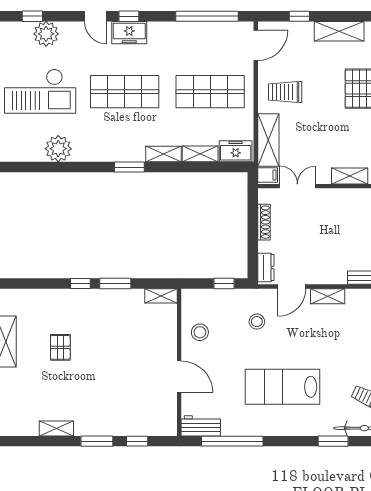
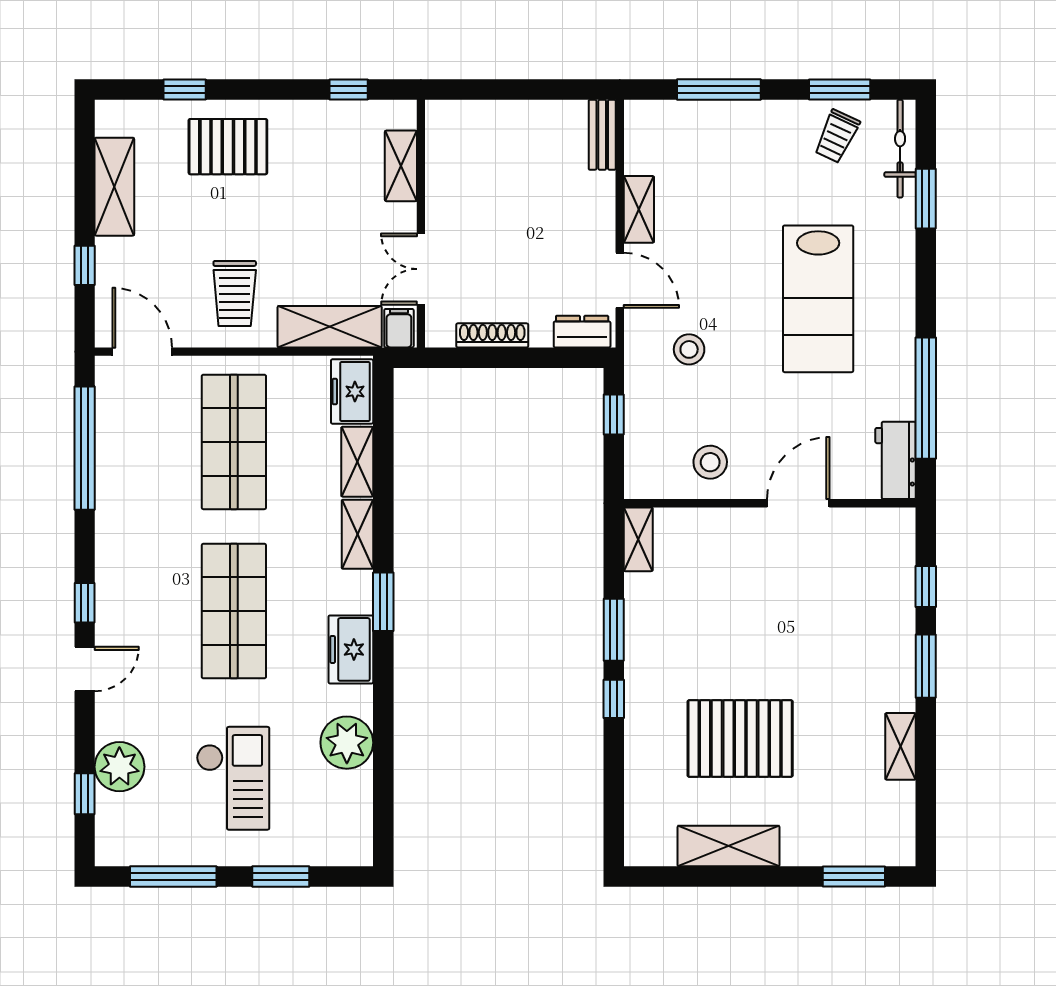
freezer: (129, 33) -> (351, 649), moved, turned 180
checkout: (40, 91) -> (233, 778), width x0.73, depth x0.83
pallet: (60, 347) -> (740, 738), width x2.05, depth x2.00

